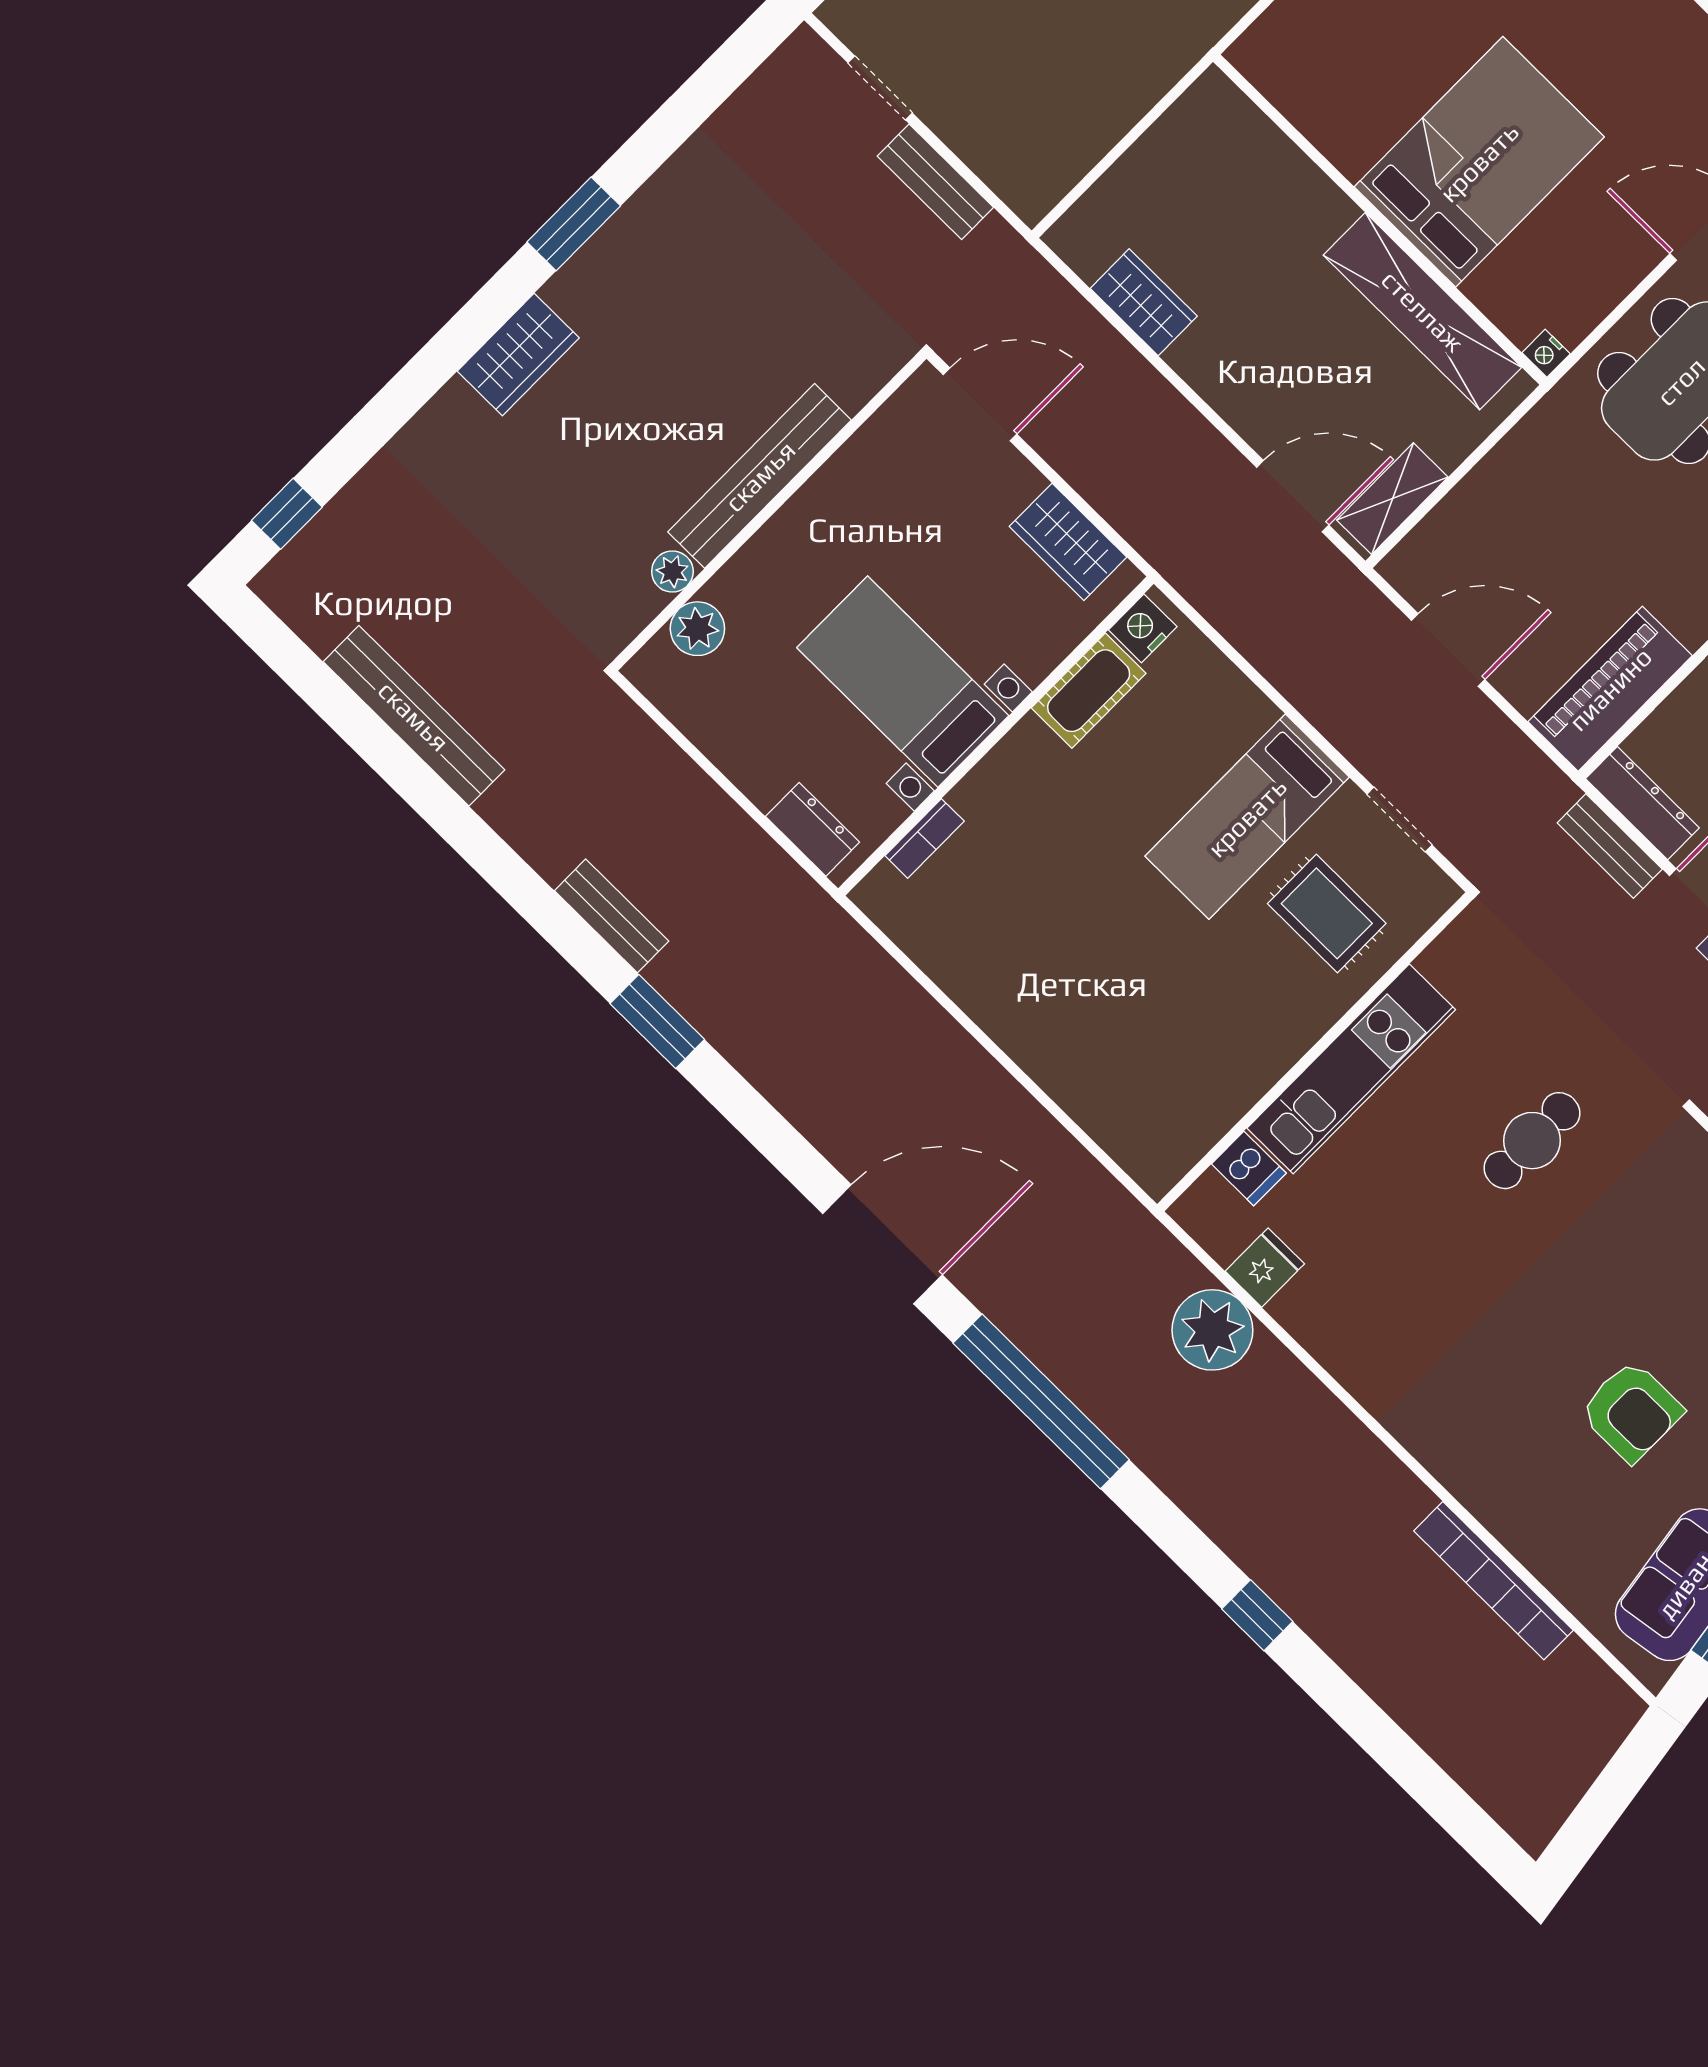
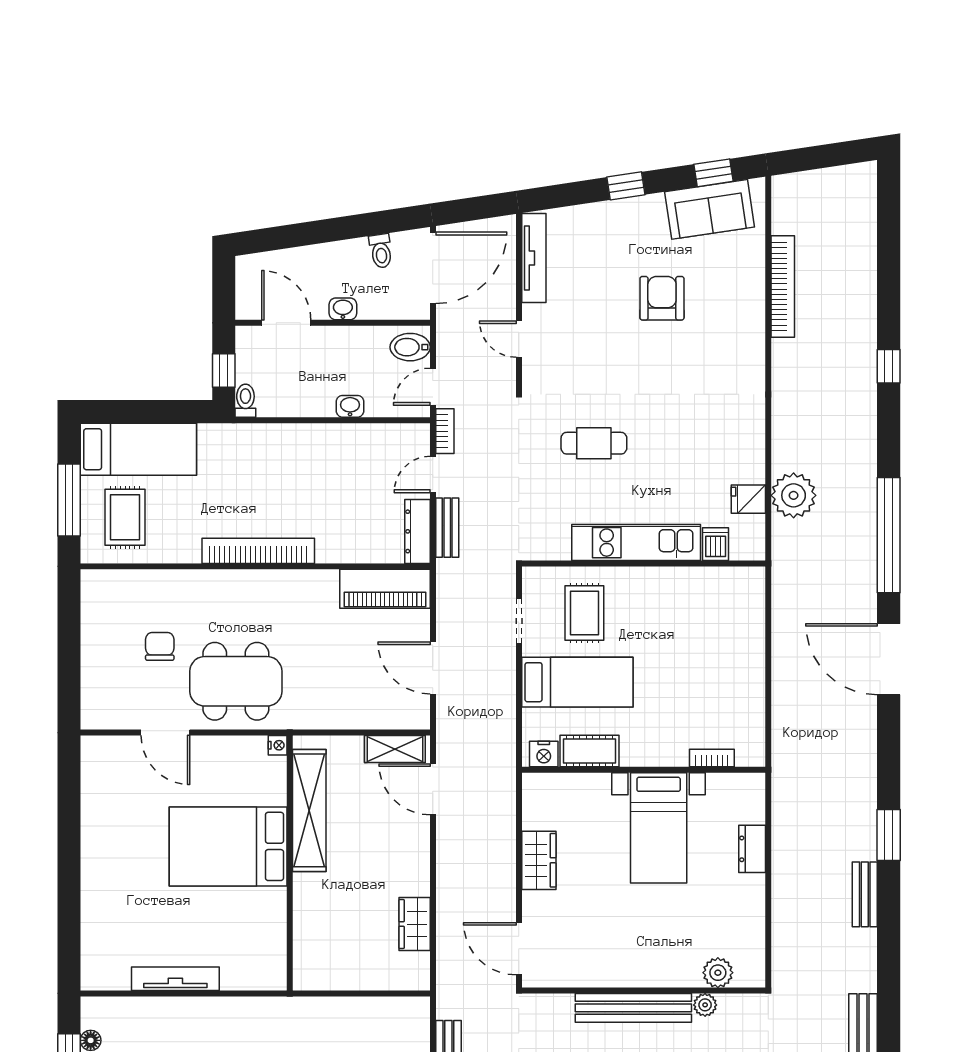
nightstand: (1143, 628) -> (544, 754), moved
bed with nightstands: (903, 682) -> (659, 828), moved
cot: (1089, 691) -> (589, 751), moved
wall: (996, 736) -> (644, 770), moved
bookcase: (925, 838) -> (712, 758), moved

